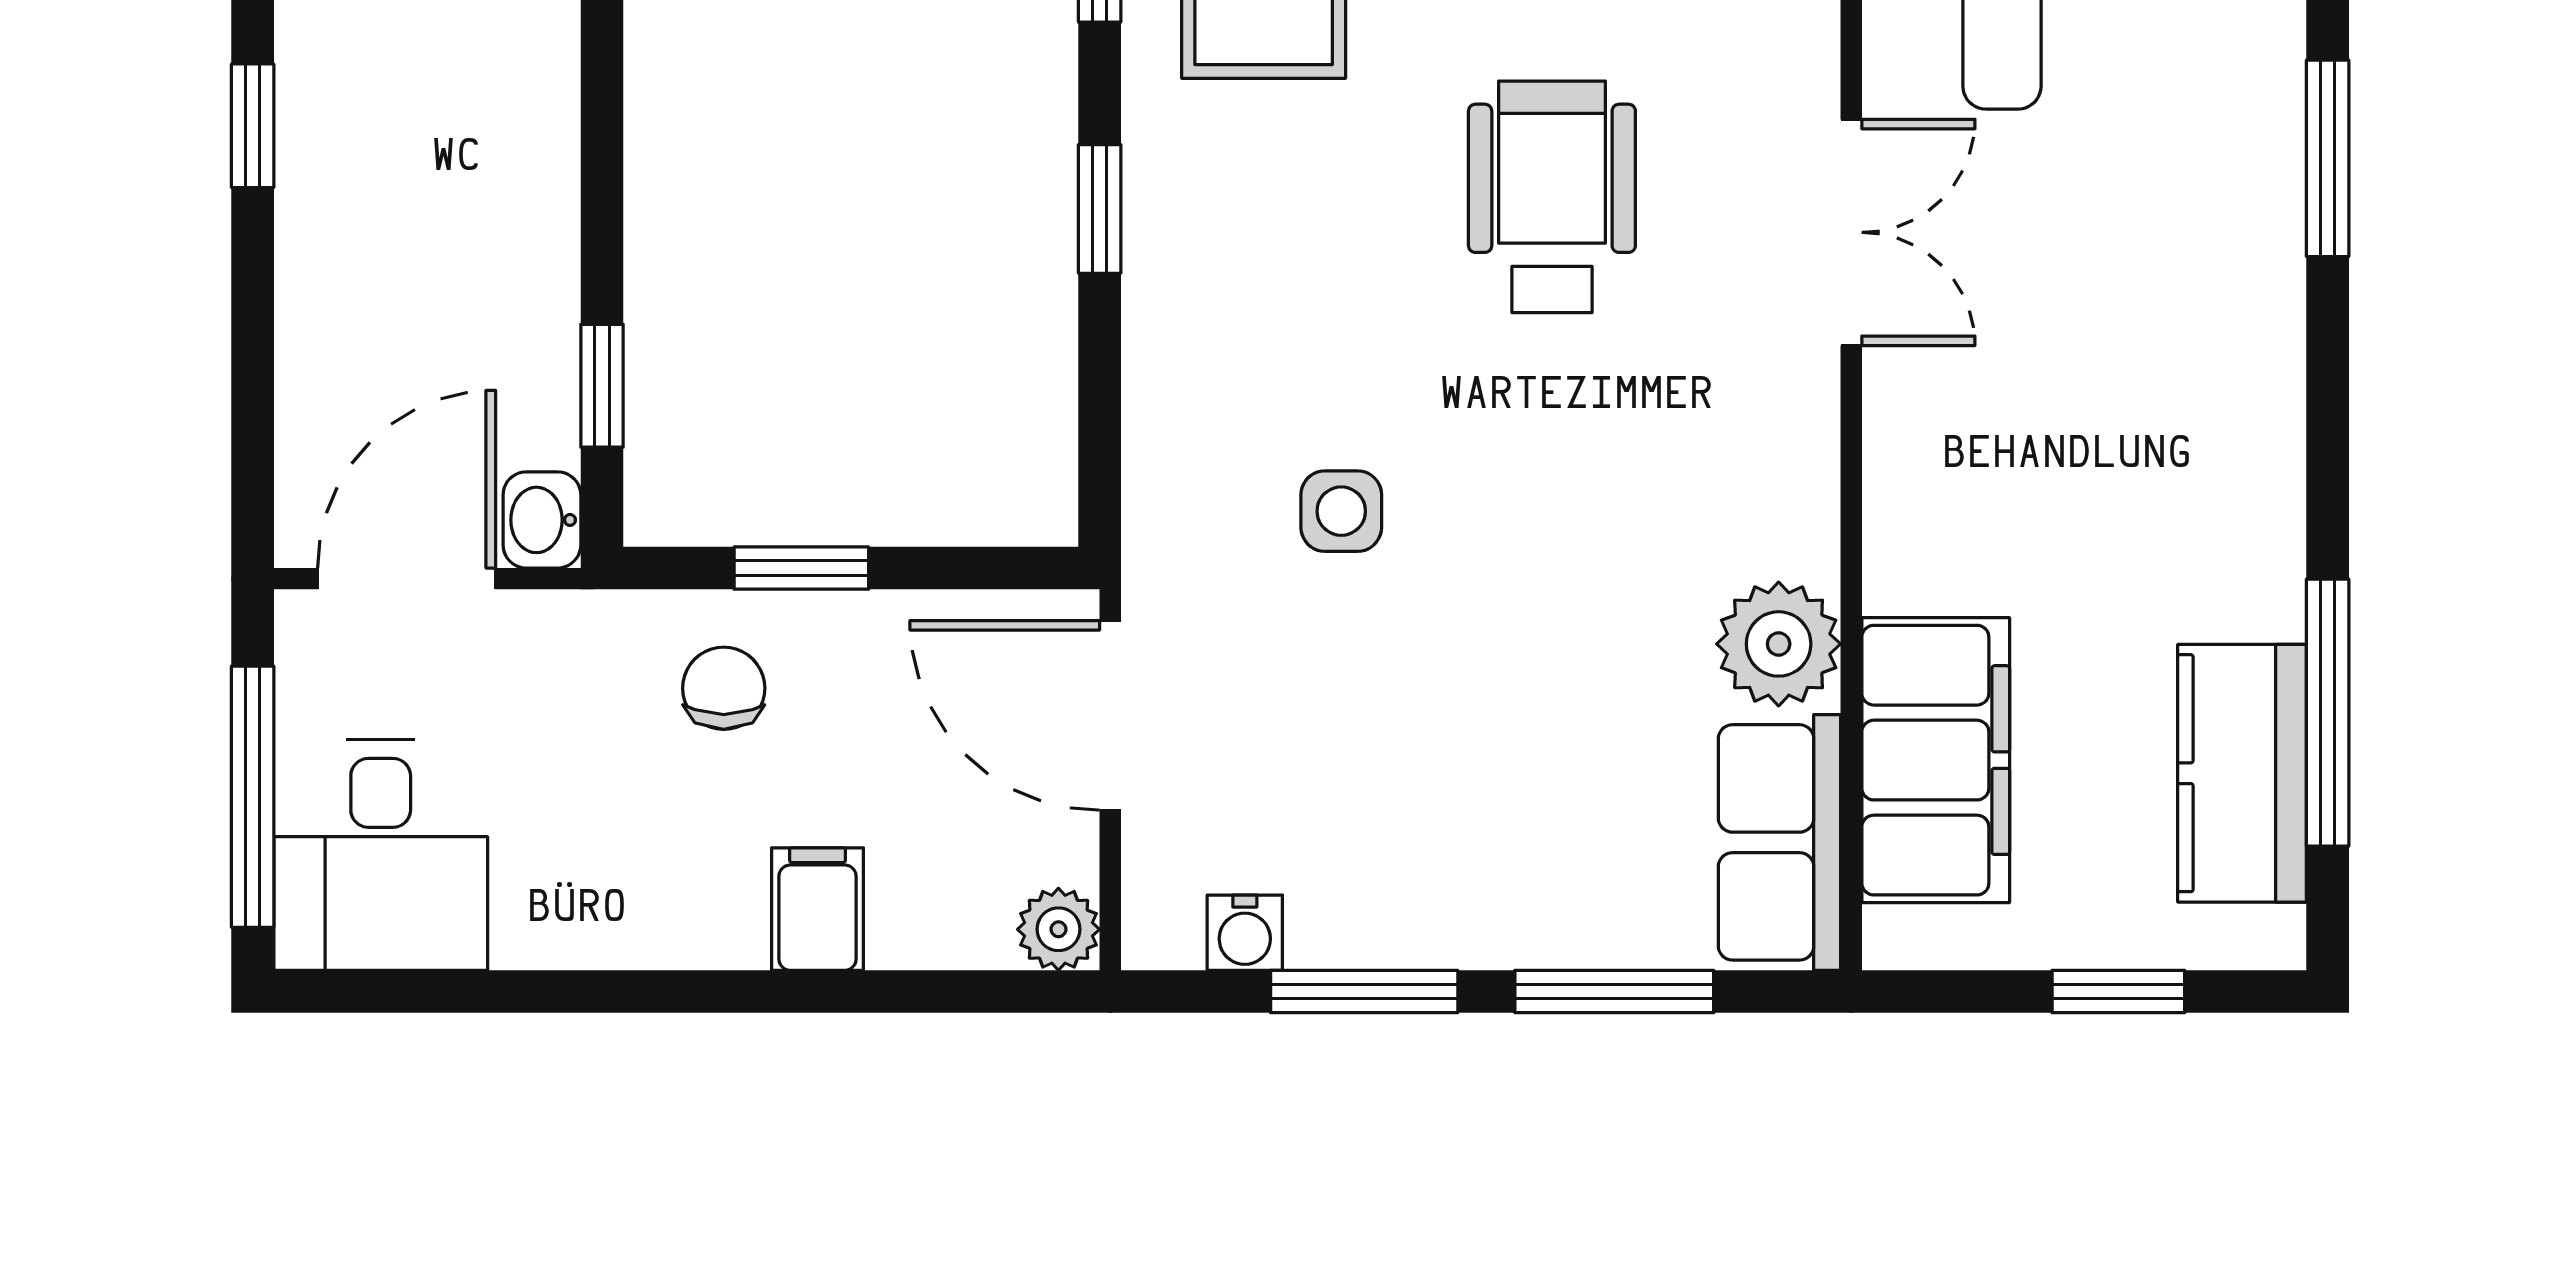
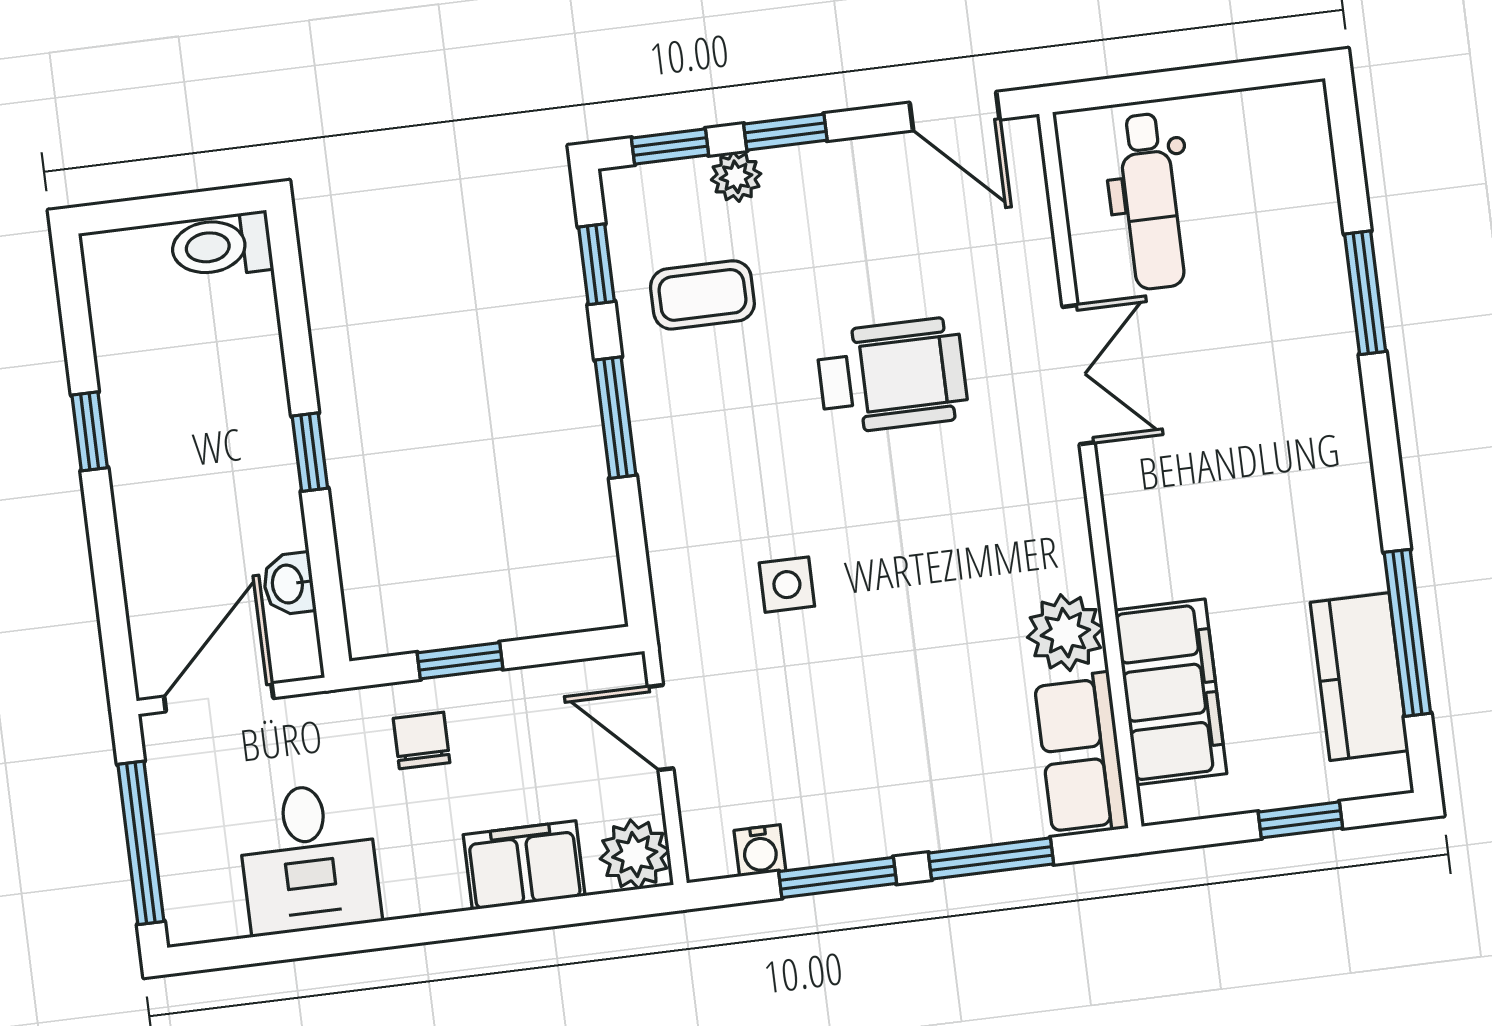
wheelchair: (1552, 197) -> (892, 376), turned 90
window: (1100, 209) -> (616, 418), width x1.50
window: (602, 386) -> (310, 452), moved
washbasin: (542, 520) -> (289, 584), moved
door: (1110, 715) -> (661, 728), width x0.73
desk: (381, 855) -> (309, 858), moved
filing cabinet: (817, 909) -> (524, 865), width x2.00
plant: (1058, 929) -> (635, 854), width x1.38, depth x1.38

